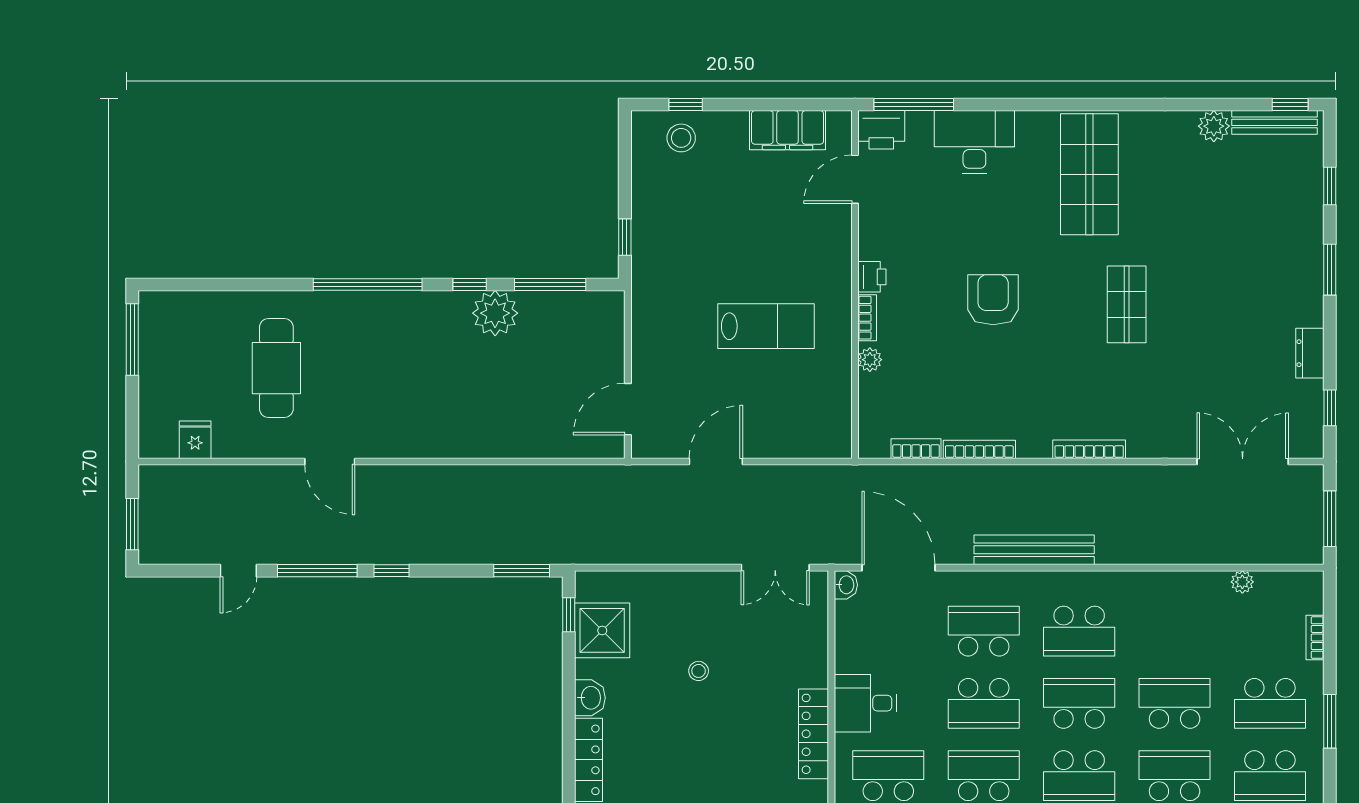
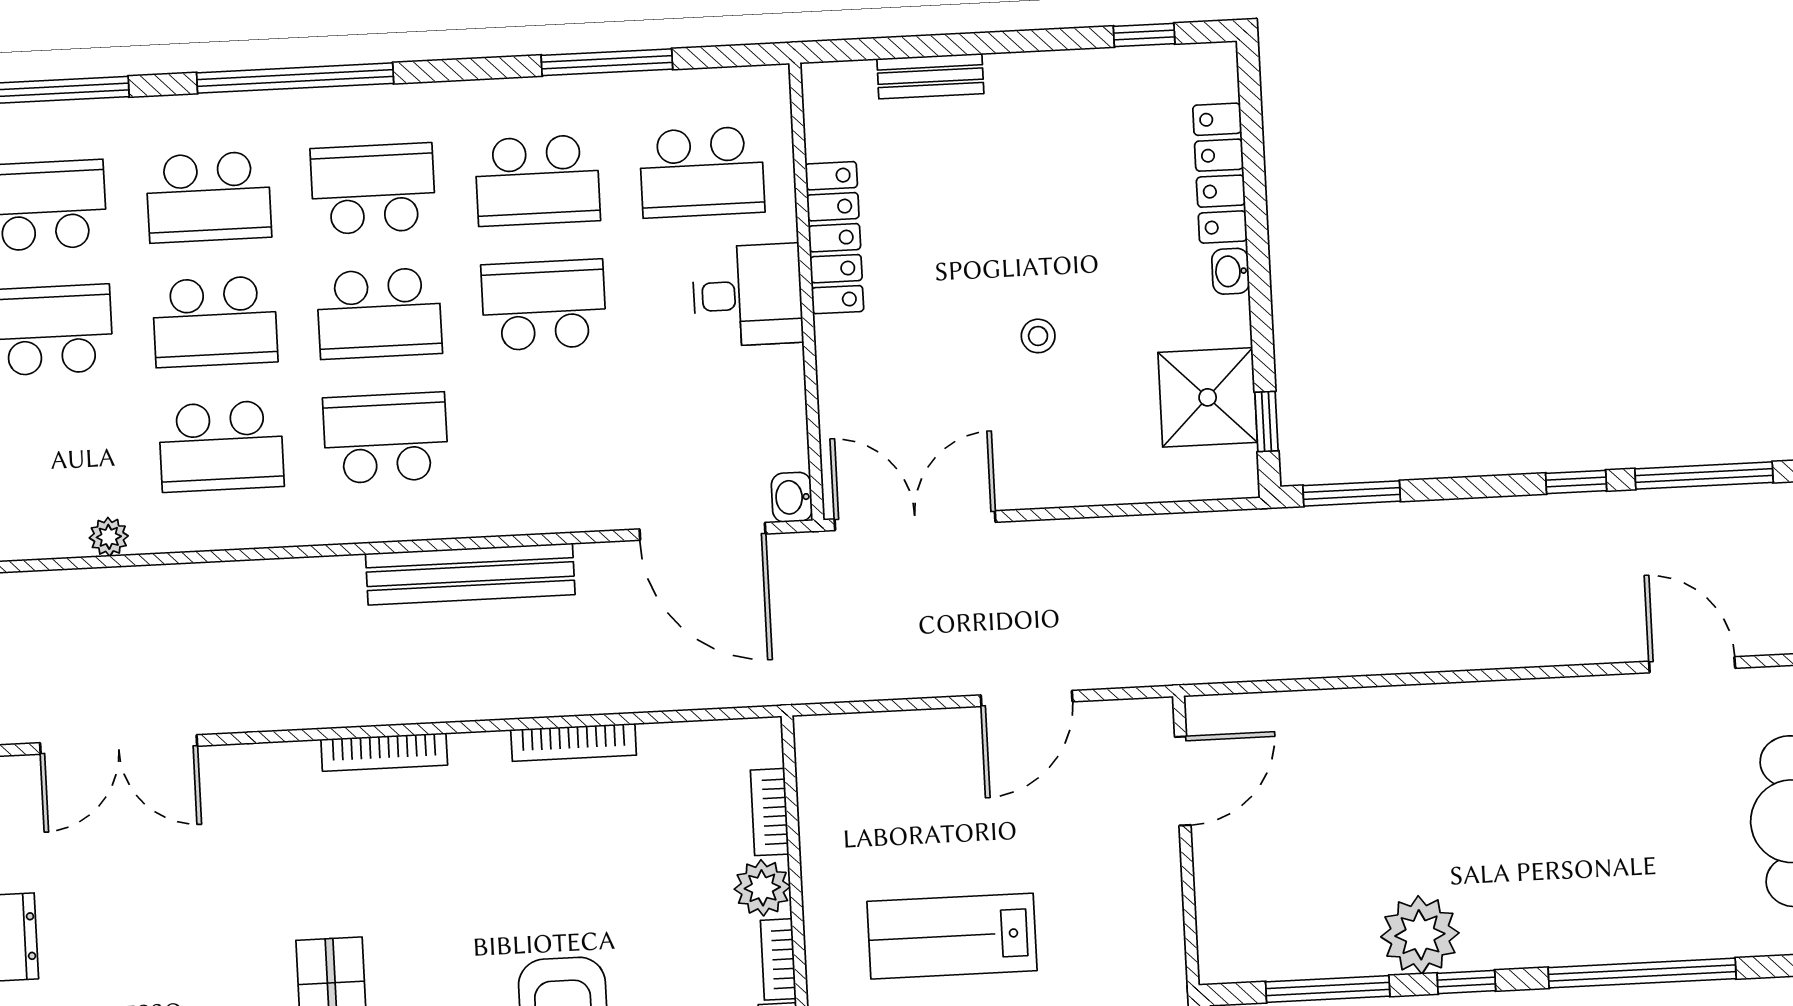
plant: (870, 360) -> (762, 888), width x1.38, depth x1.38
bookcase: (916, 449) -> (770, 812), moved, turned 90
double door: (775, 568) -> (915, 521), width x1.37
school desk: (984, 631) -> (221, 446), moved
washbasin: (590, 698) -> (1231, 271), width x0.72, depth x0.69

